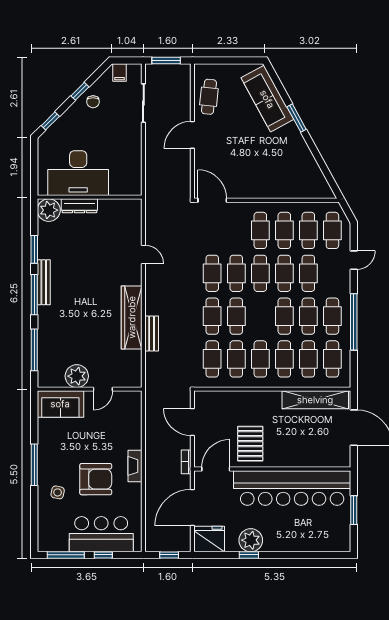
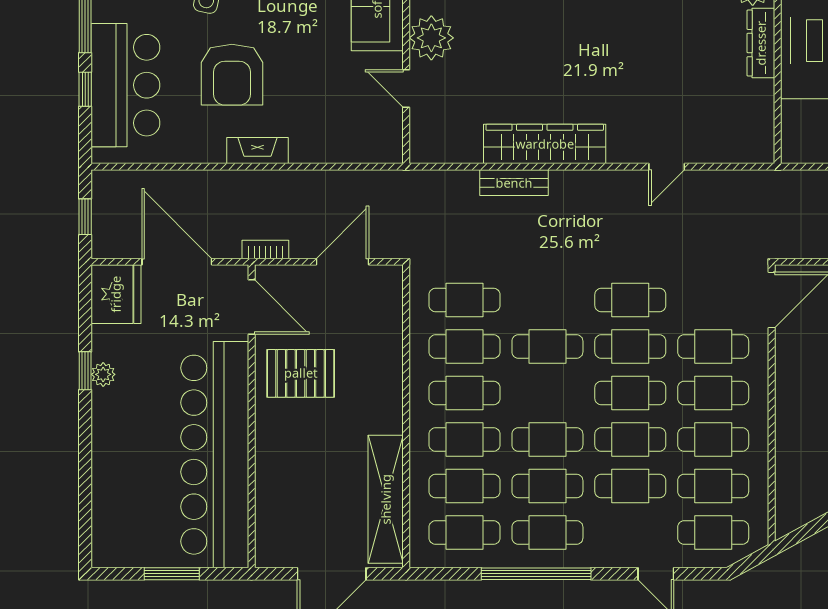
cafe table: (212, 316) -> (713, 347), moved
plant: (251, 540) -> (103, 374), width x0.53, depth x0.53

